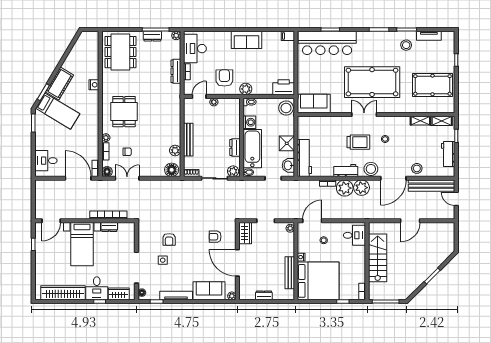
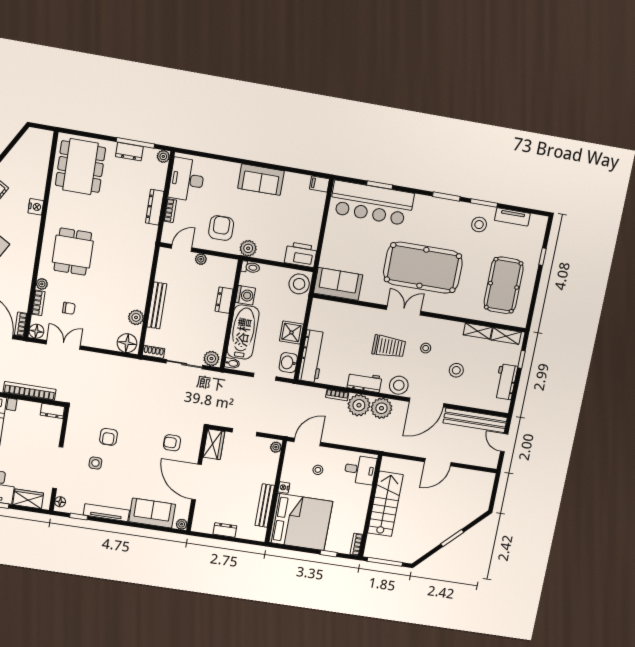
pool table: (432, 85) -> (504, 285), turned 90
dresser: (235, 147) -> (224, 300), moved
stool: (417, 168) -> (456, 370), moved
dresser: (109, 227) -> (52, 411), moved

